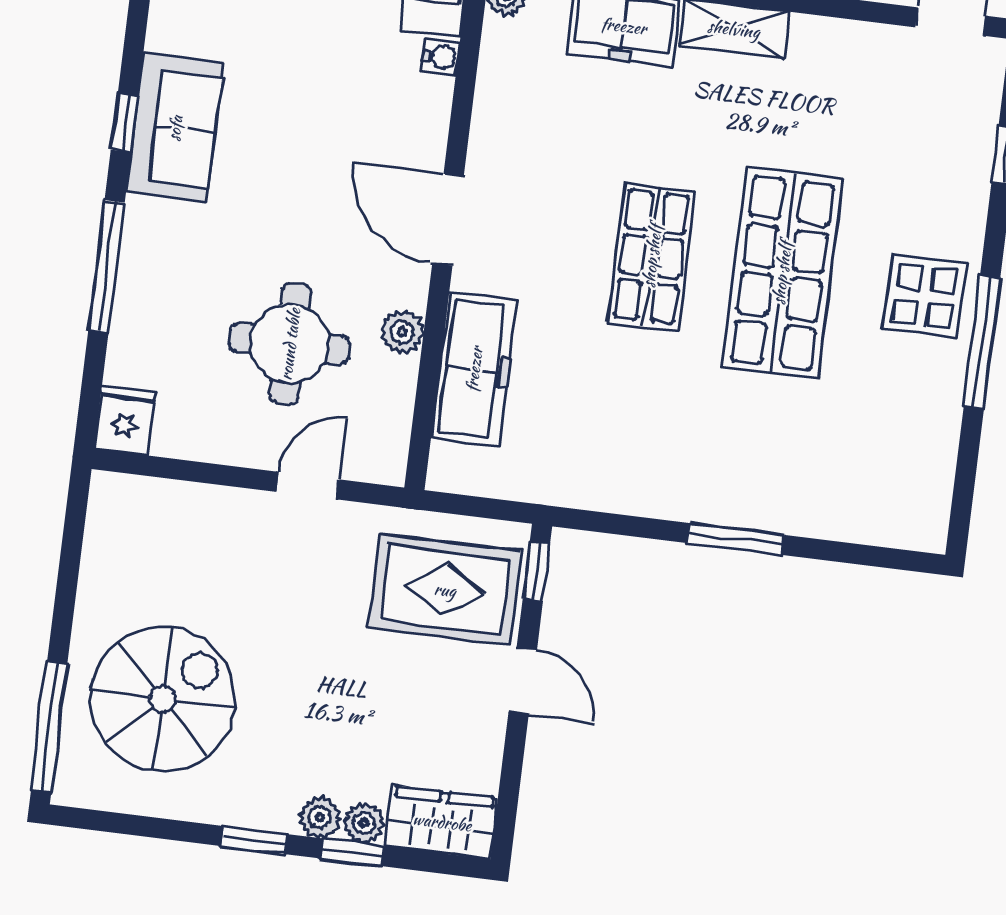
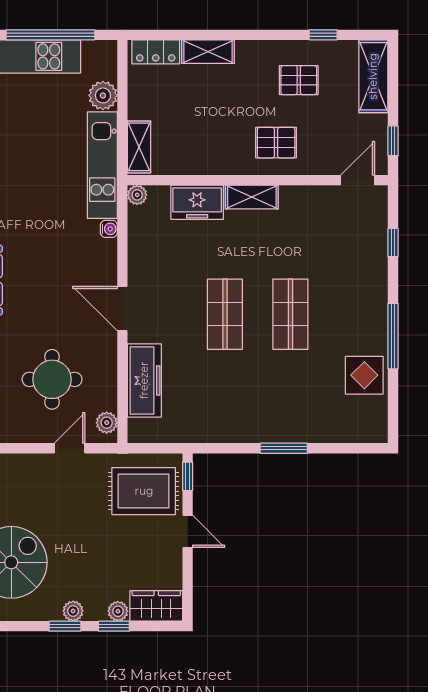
shop shelf: (782, 273) -> (290, 314), width x0.70, depth x0.74
display table: (925, 296) -> (364, 375), moved
plant: (402, 332) -> (107, 423), moved
plant: (320, 817) -> (73, 611), moved

